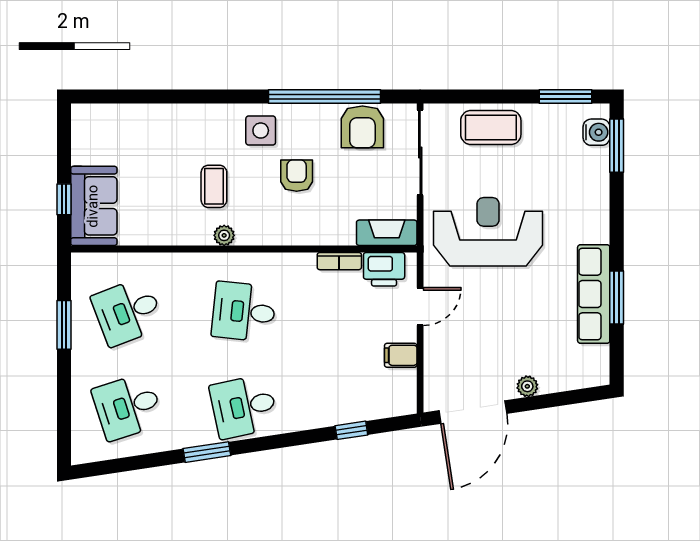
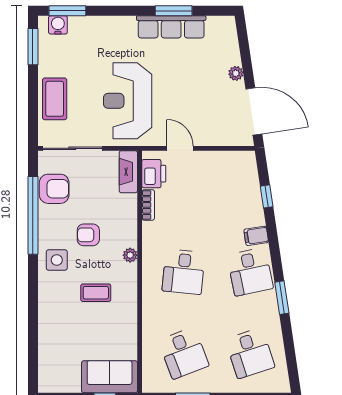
plant: (224, 235) -> (130, 255), moved
filing cabinet: (401, 355) -> (256, 236), moved, turned 81

